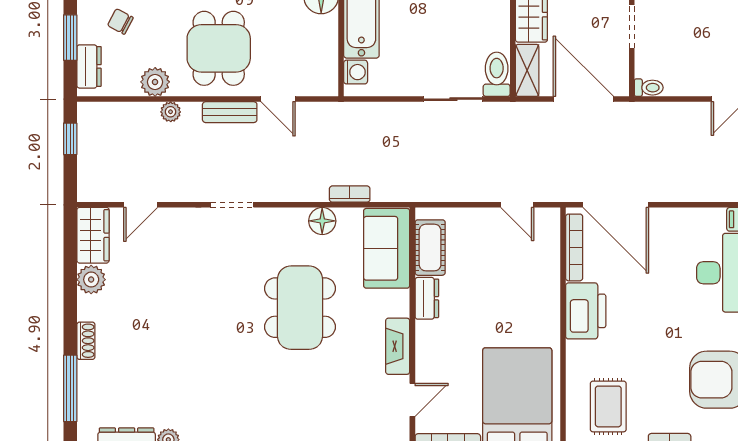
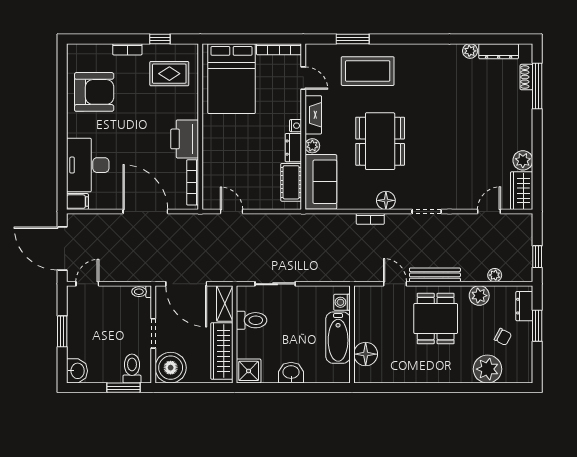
toilet: (497, 74) -> (252, 320), moved, turned -90
plant: (171, 112) -> (495, 275), moved
bench: (230, 112) -> (435, 275), width x1.36
bookcase: (350, 194) -> (370, 219), moved
door: (616, 205) -> (145, 212), moved
floor lamp: (322, 221) -> (386, 200), moved
plant: (399, 301) -> (312, 146), added
nightstand: (424, 330) -> (296, 126), added
shoe rack: (86, 341) -> (526, 77), moved
door: (412, 400) -> (303, 78), swing flipped
rug: (608, 406) -> (169, 74), turned 90
coffee table: (318, 410) -> (368, 71), added

